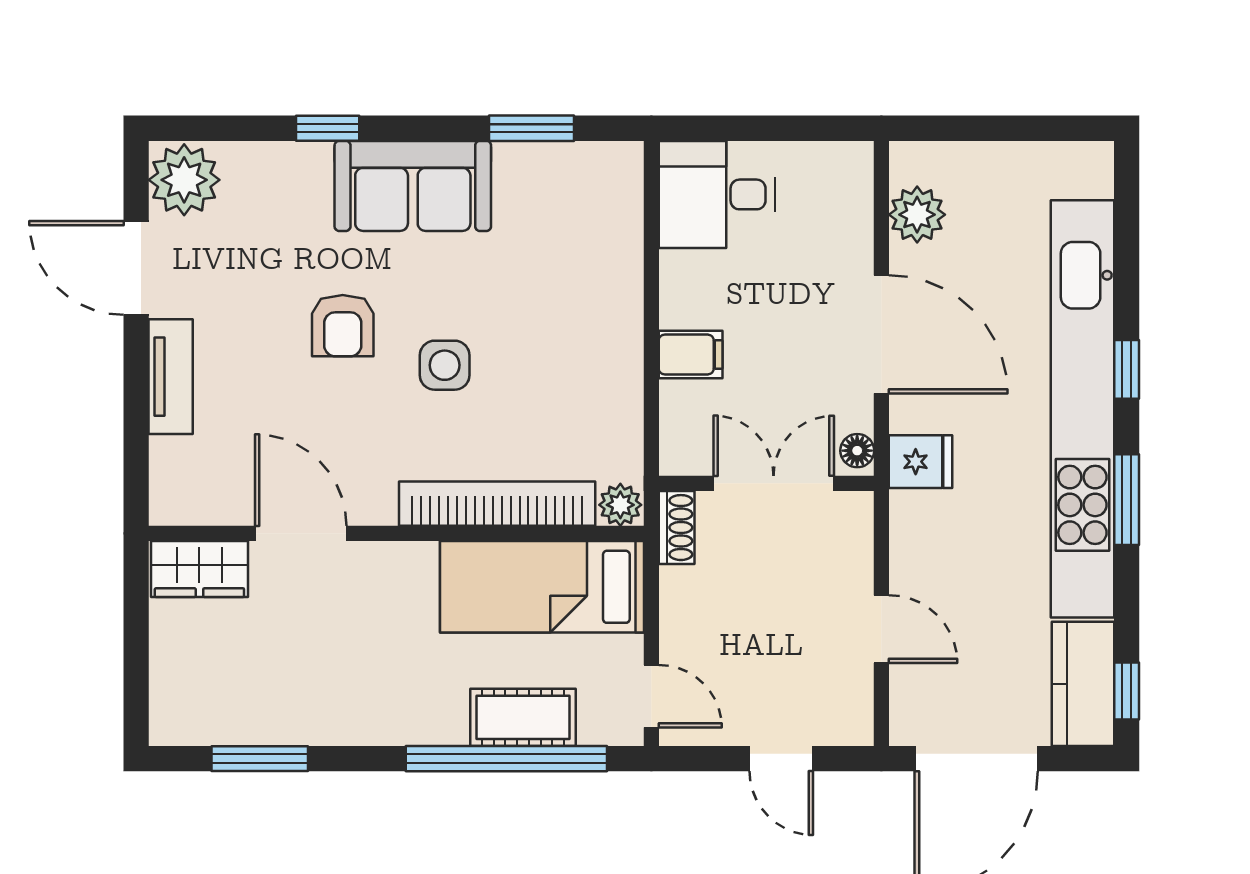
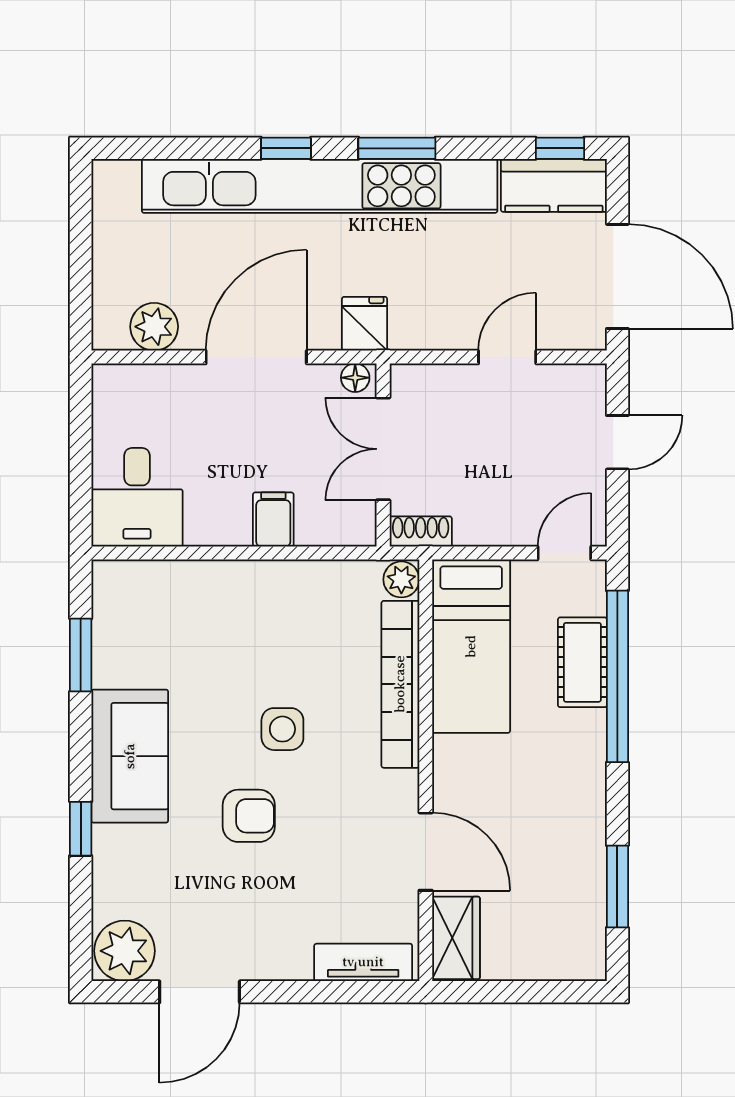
tv unit: (171, 377) -> (363, 962), moved
door: (301, 533) -> (426, 852), swing flipped

